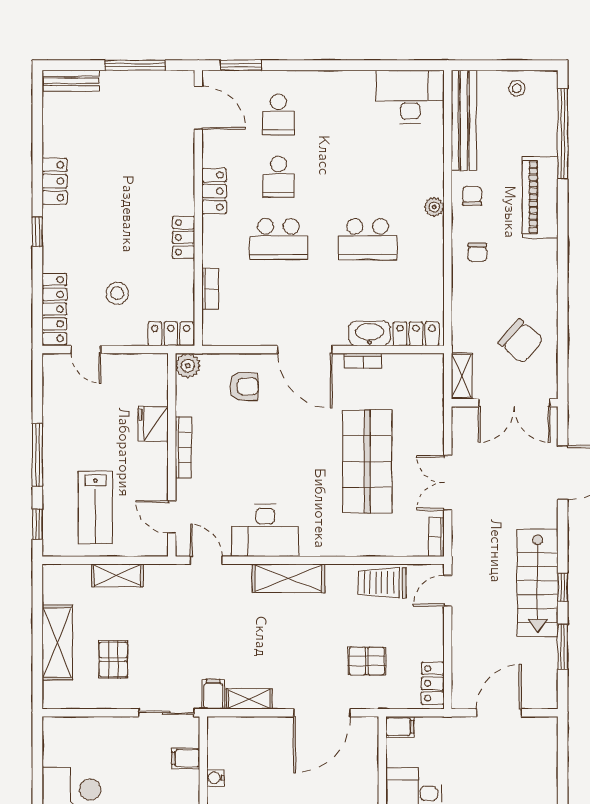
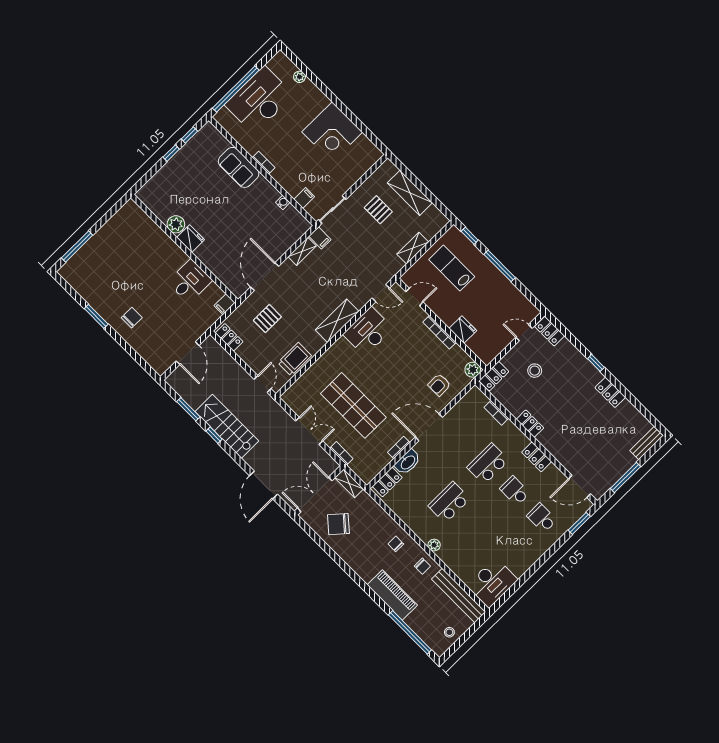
locker: (54, 309) -> (550, 331), width x0.66
bookcase: (436, 537) -> (341, 453), moved

